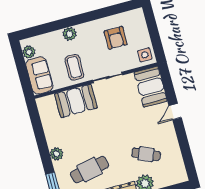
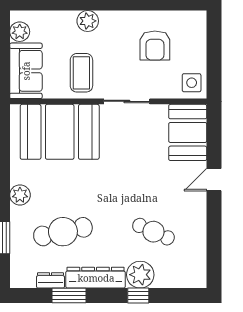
booth: (76, 101) -> (60, 132), width x1.36, depth x1.42

